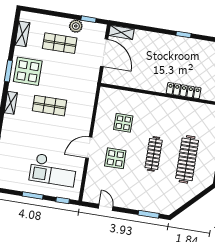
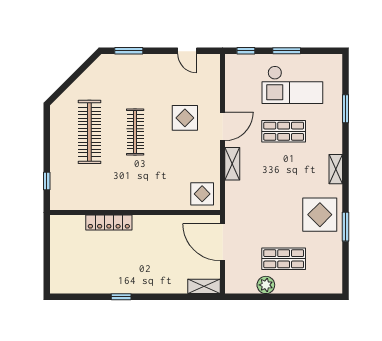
window: (89, 19) -> (250, 297), removed
shelving: (22, 34) -> (232, 164), moved
door: (104, 53) -> (223, 242), moved
window: (8, 71) -> (346, 227), moved
shop shelf: (50, 106) -> (284, 131), moved
display table: (123, 123) -> (202, 194), moved
checkout: (53, 170) -> (292, 85), moved, turned 180

